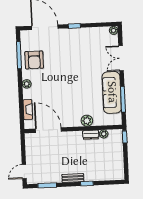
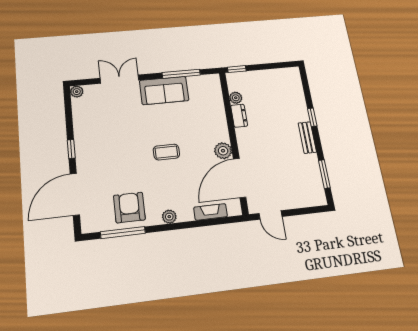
double door: (121, 58) -> (119, 79), swing flipped
armchair: (34, 60) -> (129, 207), turned -90
coffee table: (69, 85) -> (166, 152), added
sofa: (112, 92) -> (164, 90), width x0.73
plant: (87, 121) -> (223, 151), moved
door: (24, 171) -> (271, 215), moved

